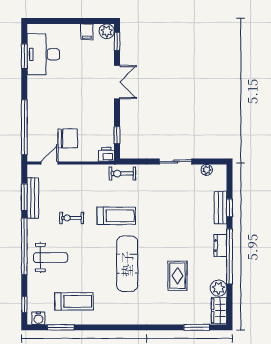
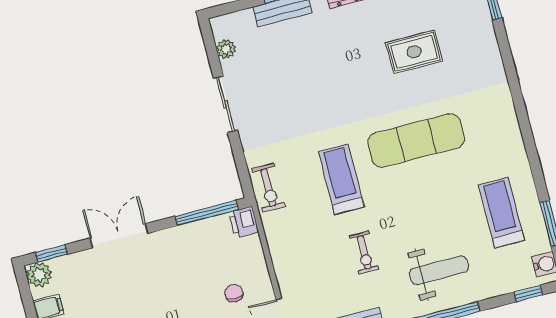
window: (117, 135) -> (207, 213), width x2.17
chair: (68, 138) -> (234, 293), width x0.54, depth x0.54
weight bench: (51, 257) -> (439, 270), turned 90

